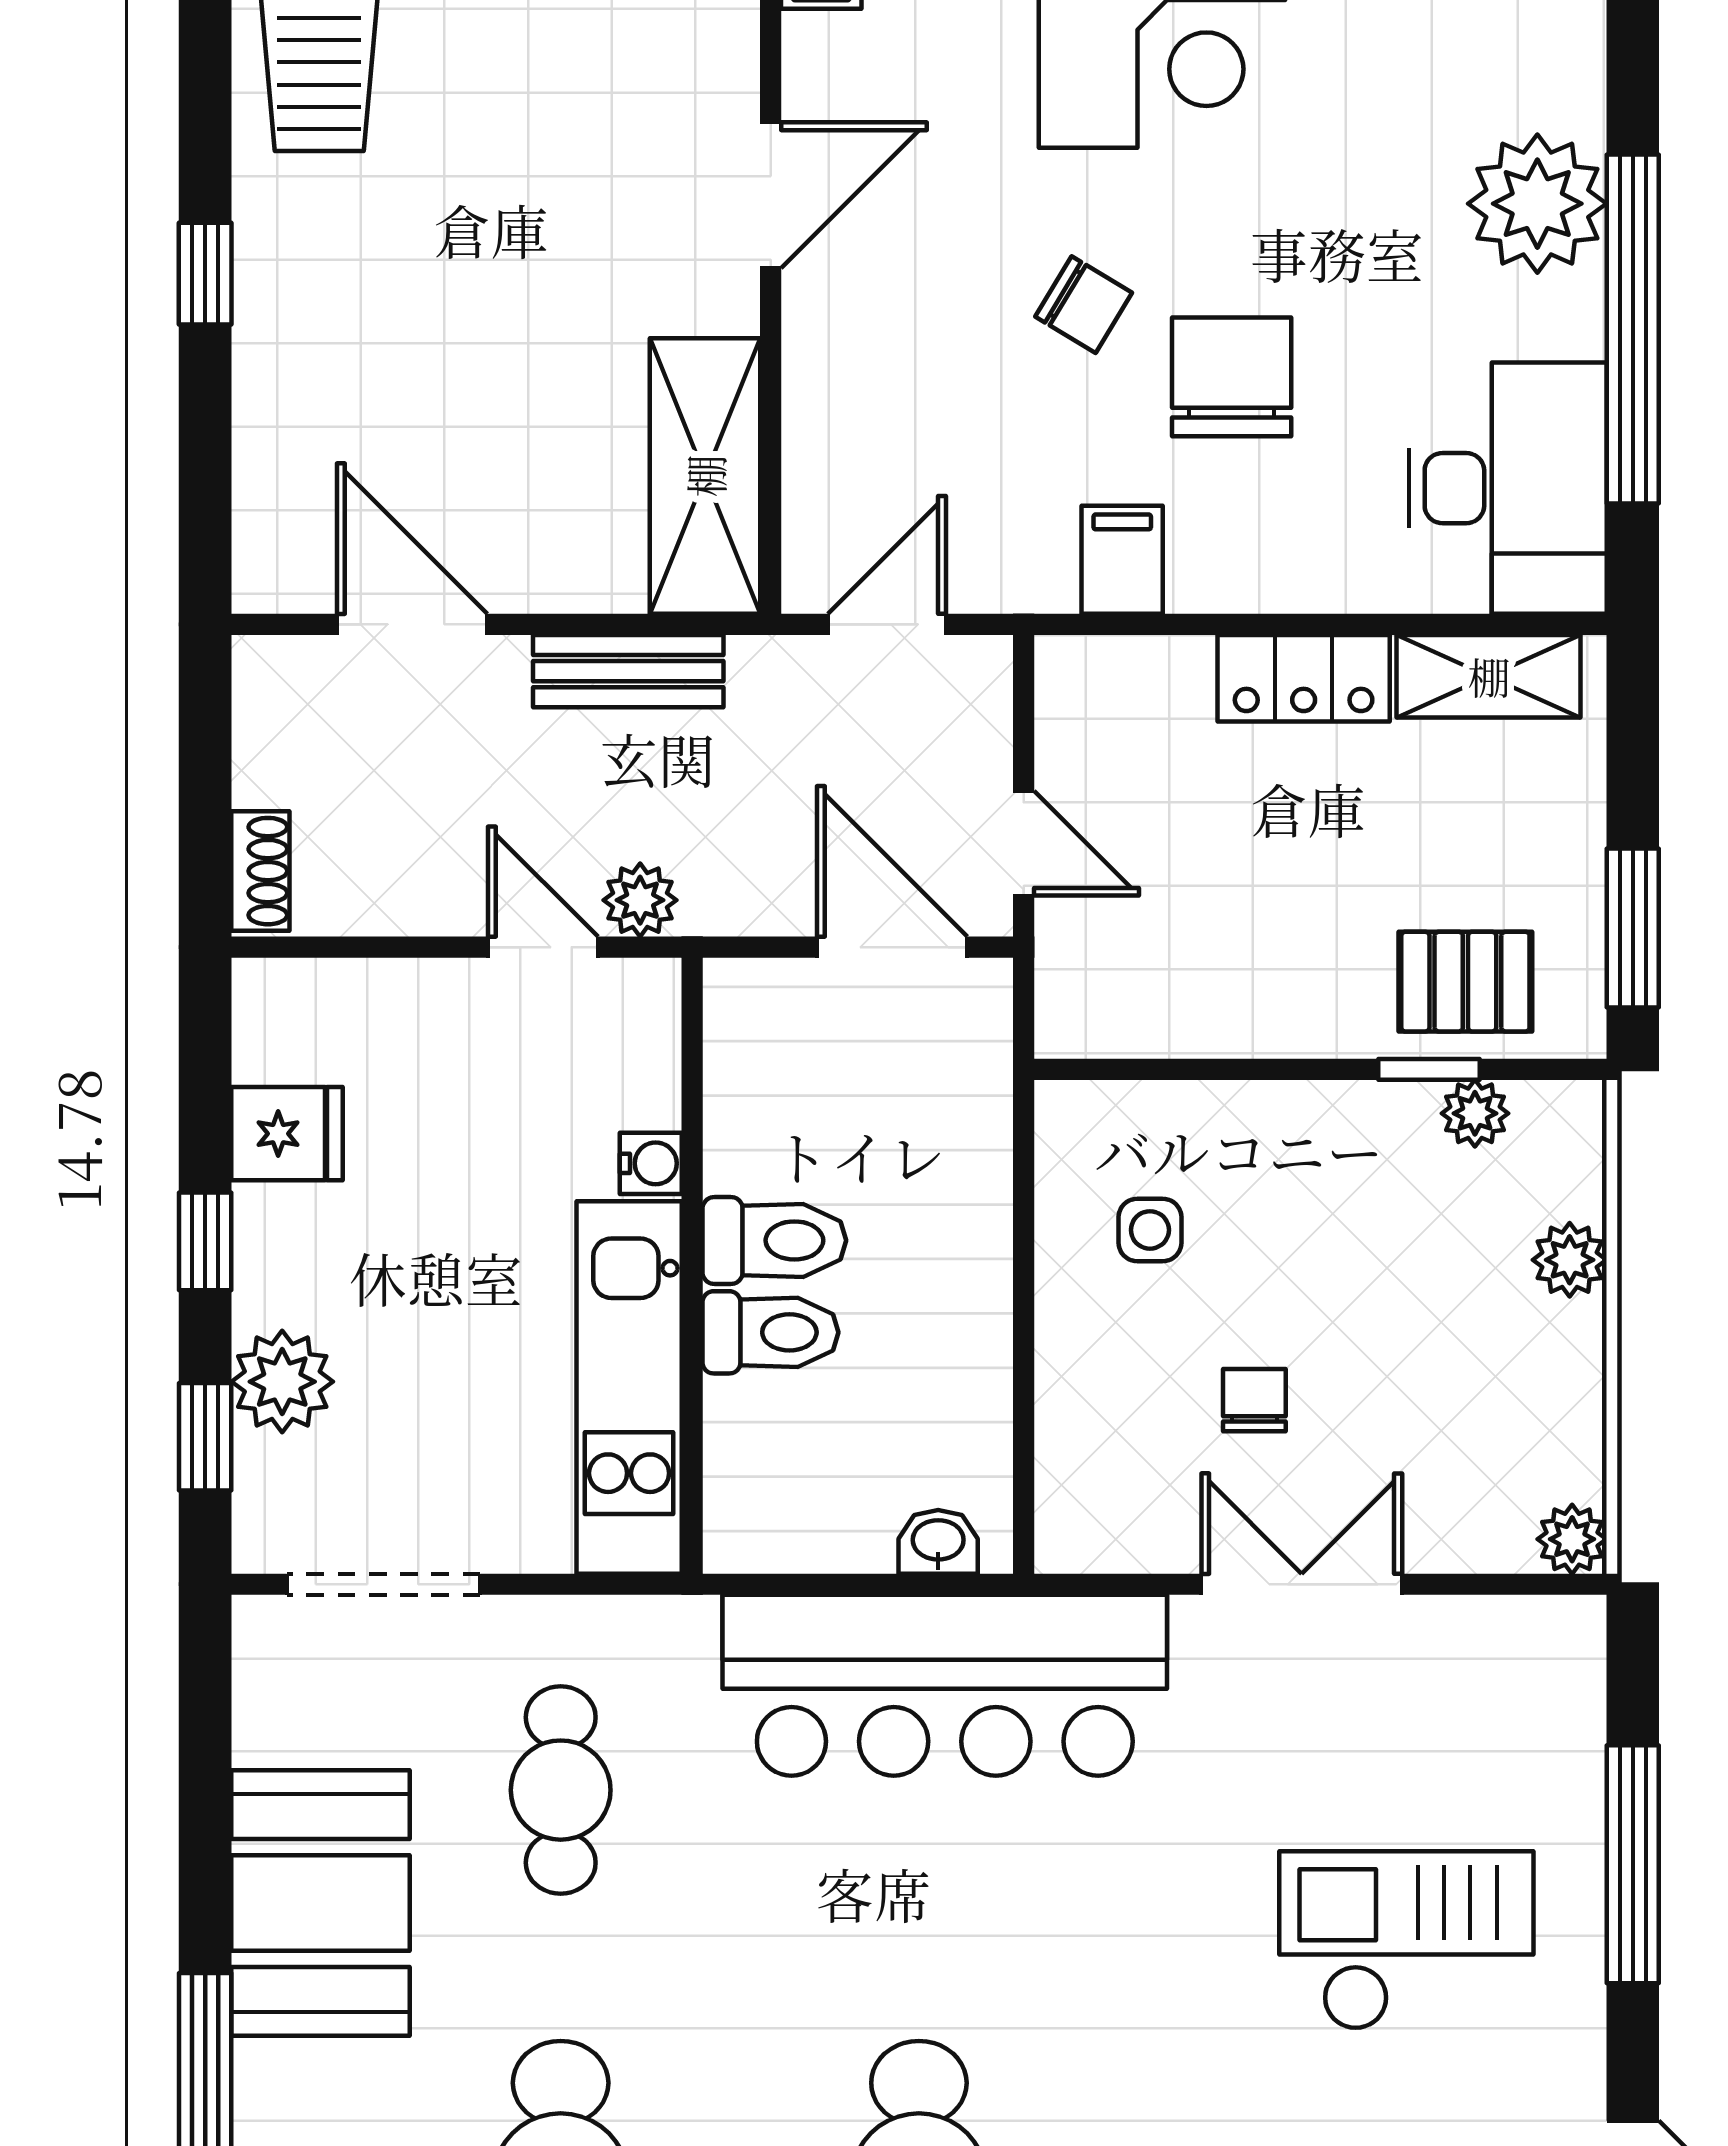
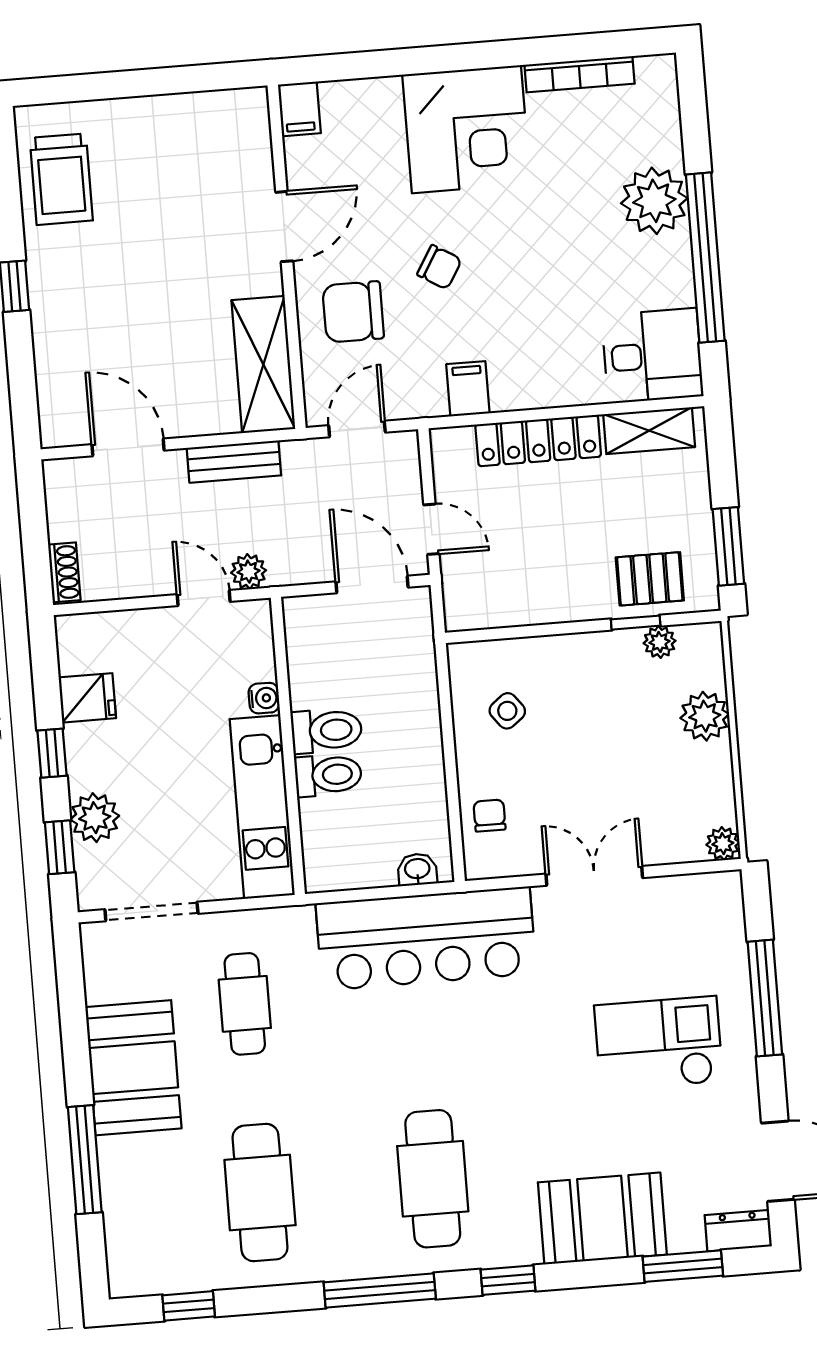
chair: (1232, 377) -> (353, 312), moved, turned -90
desk: (1508, 488) -> (652, 356), width x0.73
locker: (1304, 678) -> (538, 441), width x1.53
side table: (1150, 1230) -> (507, 711), turned -38
plant: (1570, 1260) -> (705, 716), width x1.38, depth x1.38
chair: (1254, 1400) -> (489, 816), moved

